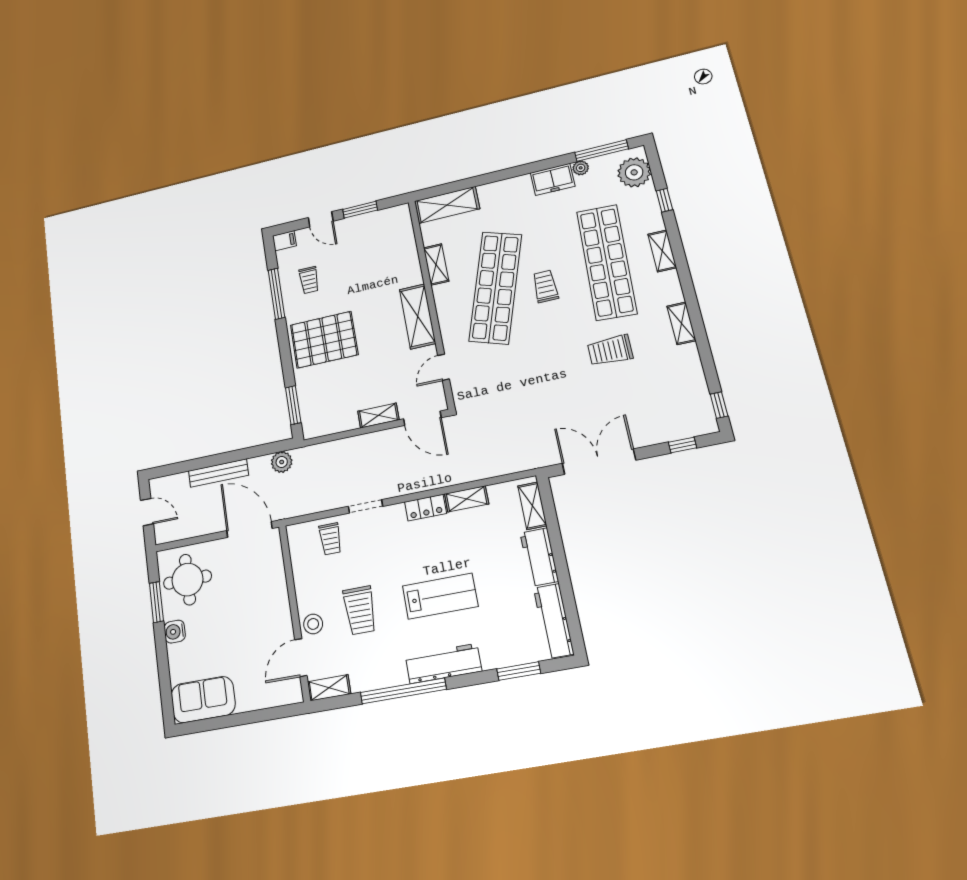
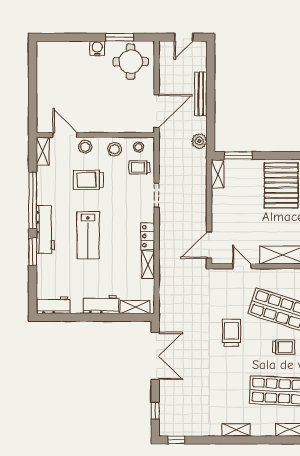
trolley: (610, 350) -> (231, 333), moved
shelving: (378, 415) -> (218, 174), moved
stool: (302, 546) -> (138, 147), added
stool: (310, 580) -> (115, 149), added
workbench: (554, 621) -> (53, 305), width x0.73
window: (519, 671) -> (33, 252), moved
sofa: (203, 700) -> (49, 63), removed

